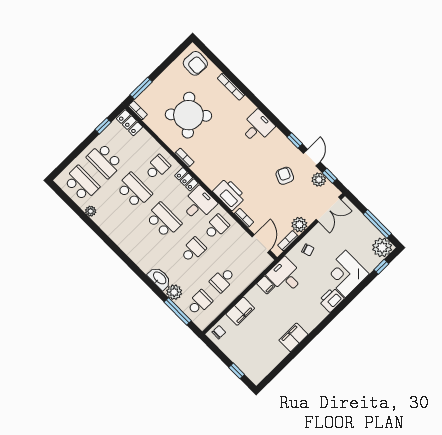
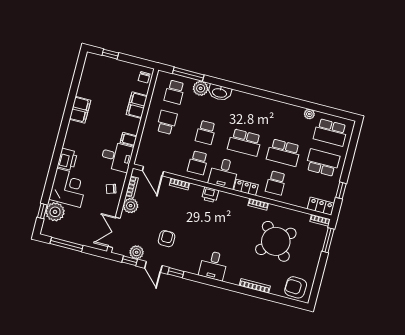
armchair: (285, 176) -> (167, 239), turned -114
printer: (229, 194) -> (210, 195), width x0.53, depth x0.68
plant: (382, 247) -> (55, 212), moved

